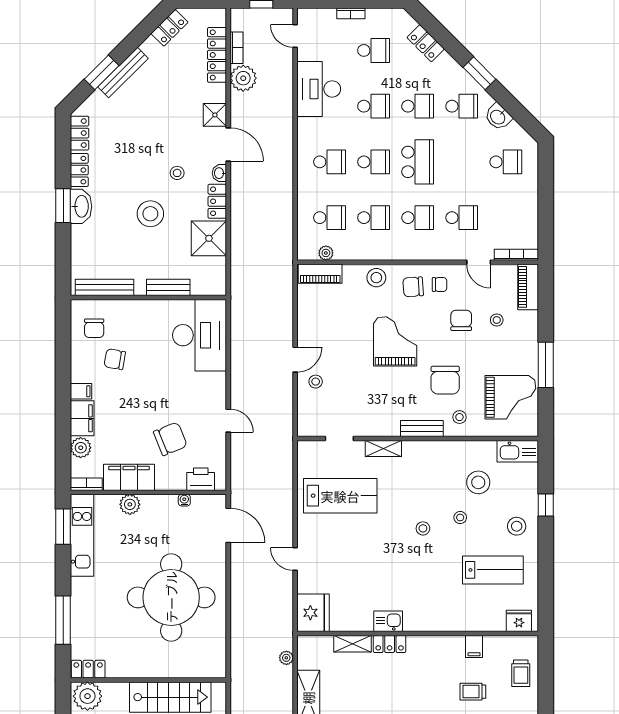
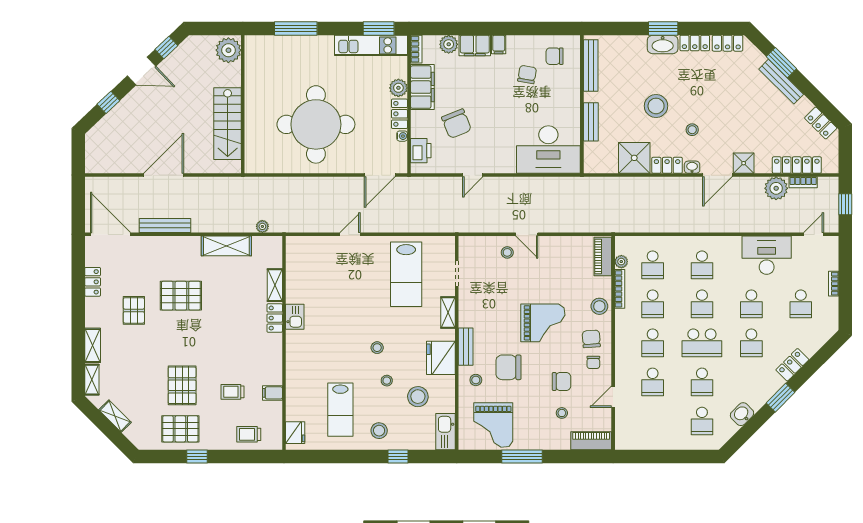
locker: (426, 43) -> (792, 365), moved
school desk: (462, 106) -> (702, 382), moved
bookcase: (516, 255) -> (620, 289), moved
fridge: (313, 613) -> (441, 358), moved, turned 90
locker: (88, 669) -> (399, 114), moved, turned 180
trolley: (473, 692) -> (233, 392), turned -90

